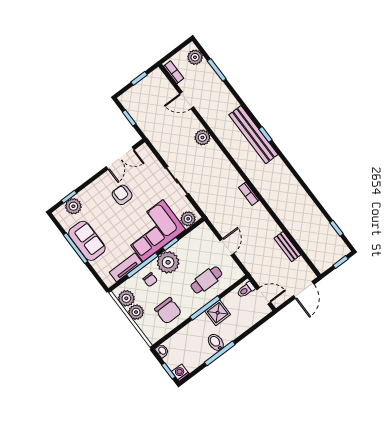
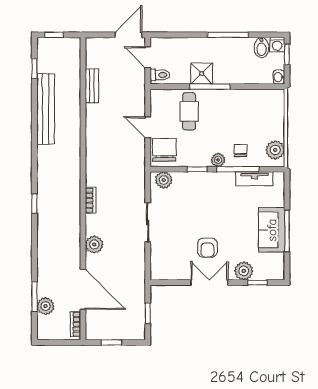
plant: (195, 57) -> (45, 306), moved
door: (187, 100) -> (83, 289), width x1.88
bench: (253, 135) -> (46, 109), moved
double door: (120, 158) -> (209, 283), moved
bookcase: (249, 194) -> (91, 200), moved
plant: (73, 206) -> (244, 271), moved
corner sofa: (153, 231) -> (204, 193), removed
door: (227, 247) -> (148, 127), hinge flipped
plant: (168, 262) -> (218, 160), width x0.53, depth x0.53
cafe table: (206, 280) -> (189, 111), turned 90
door: (304, 290) -> (129, 35), moved
chair: (168, 311) -> (164, 150), moved
plant: (136, 312) -> (276, 131), removed
bidet: (216, 342) -> (262, 48), moved

